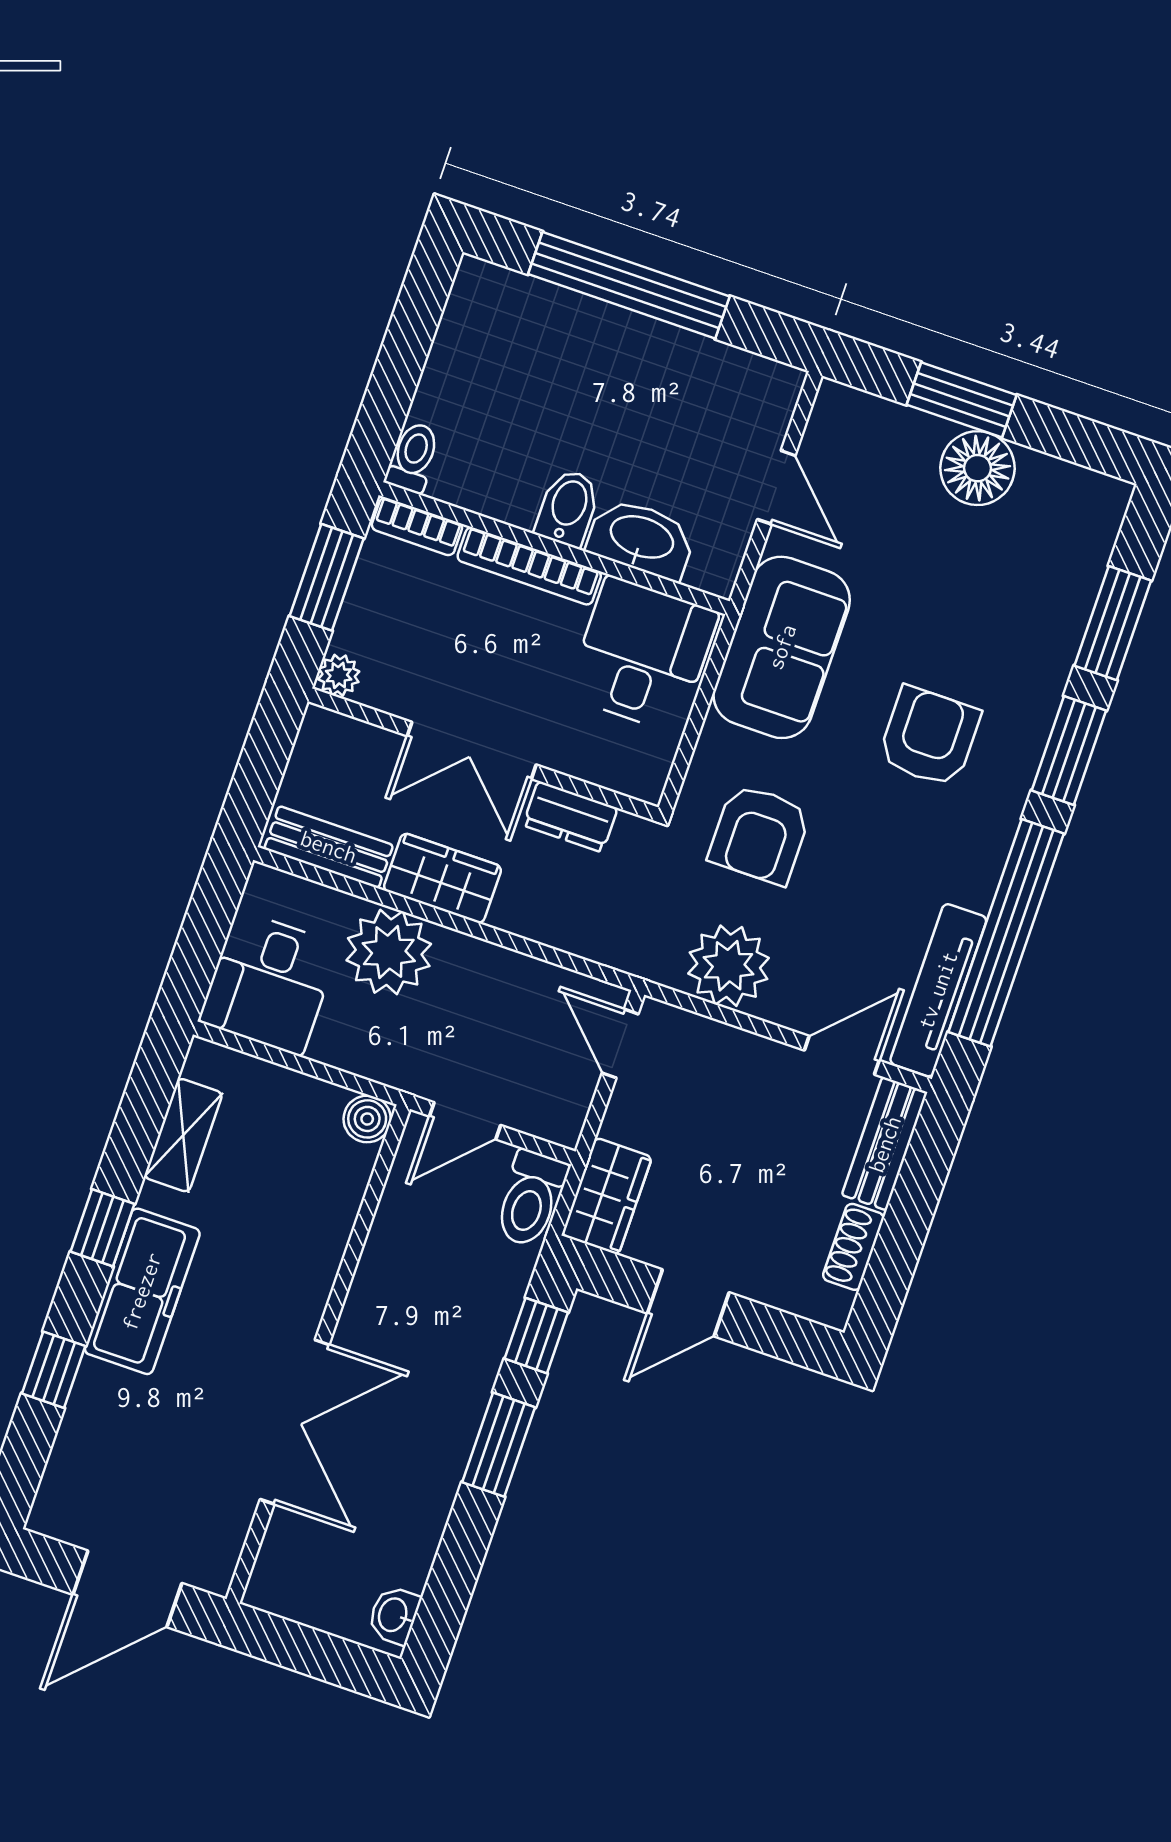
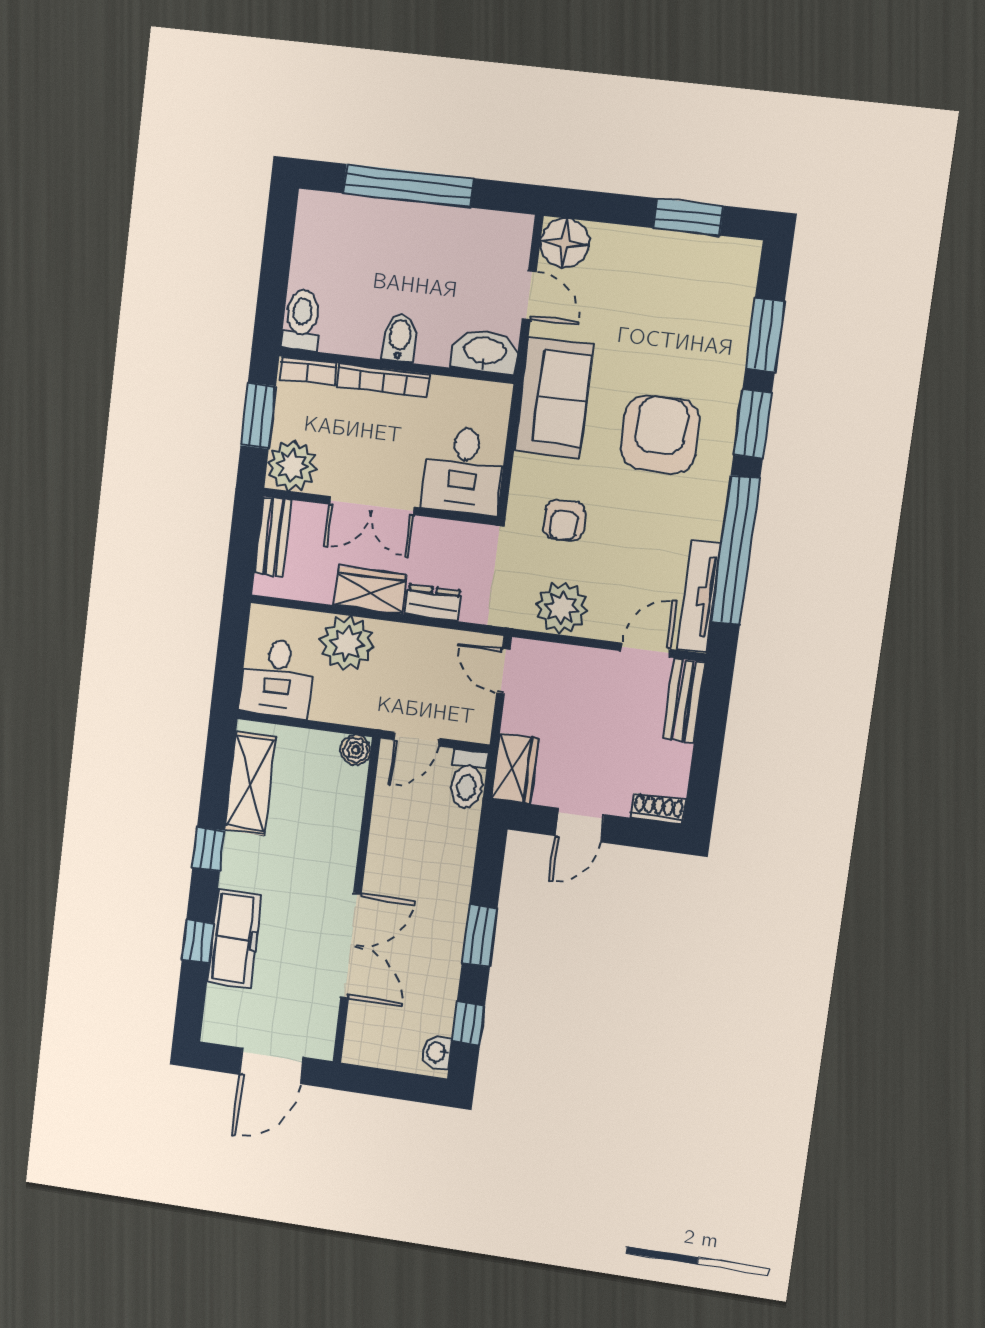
window: (962, 400) -> (688, 217), moved
toilet: (413, 457) -> (302, 320), width x1.37, depth x1.39
floor lamp: (978, 468) -> (565, 243), moved
washbasin: (641, 539) -> (485, 351), moved
desk: (642, 654) -> (464, 470), moved, turned 180
plant: (339, 675) -> (292, 466), width x1.88, depth x1.88
armchair: (929, 737) -> (660, 434), width x1.36, depth x1.36
dresser: (570, 817) -> (433, 603), moved, turned 180
armchair: (760, 834) -> (564, 520), width x0.72, depth x0.72
bench: (329, 847) -> (273, 537), moved, turned 90
shelving: (183, 1135) -> (250, 783), width x1.50, depth x1.33
shoe rack: (853, 1247) -> (658, 809), moved, turned 90
freezer: (142, 1291) -> (234, 939), moved
window: (536, 1336) -> (468, 1023), moved

